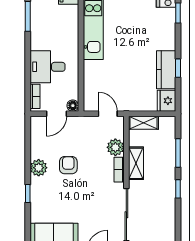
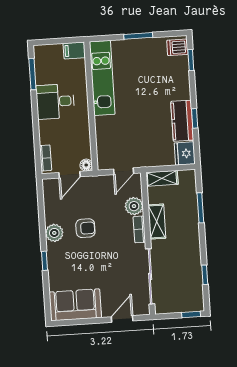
desk: (48, 67) -> (55, 101), moved
door: (108, 114) -> (124, 171), swing flipped
armchair: (68, 165) -> (85, 228), turned 90
window: (178, 189) -> (205, 275), moved

